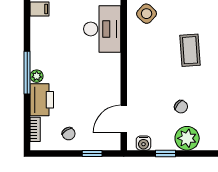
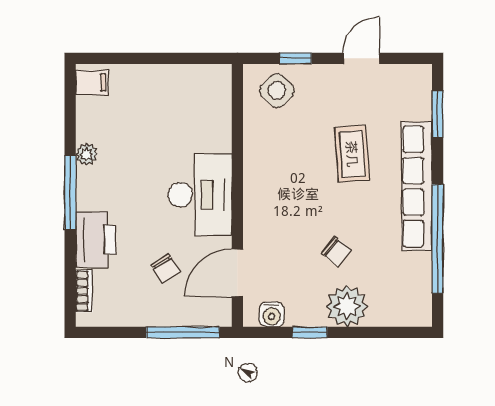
desk: (102, 29) -> (200, 195), moved
plant: (37, 76) -> (87, 154), moved
chair: (69, 134) -> (166, 268), moved
window: (92, 153) -> (183, 332), width x2.17

